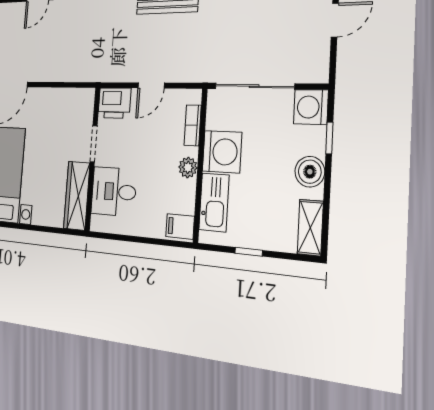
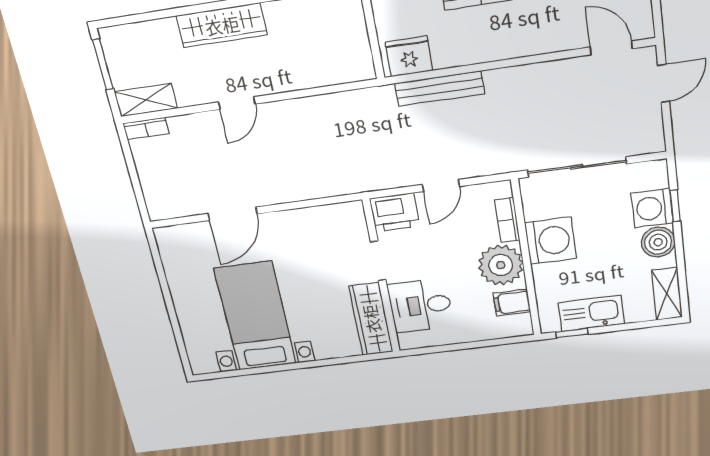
washing machine: (311, 107) -> (652, 208), moved
plant: (188, 167) -> (501, 265), width x1.87, depth x1.87
kitchen sink: (214, 202) -> (591, 313), moved, turned -90
filing cabinet: (180, 226) -> (512, 303), moved
window: (249, 252) -> (572, 333), moved

